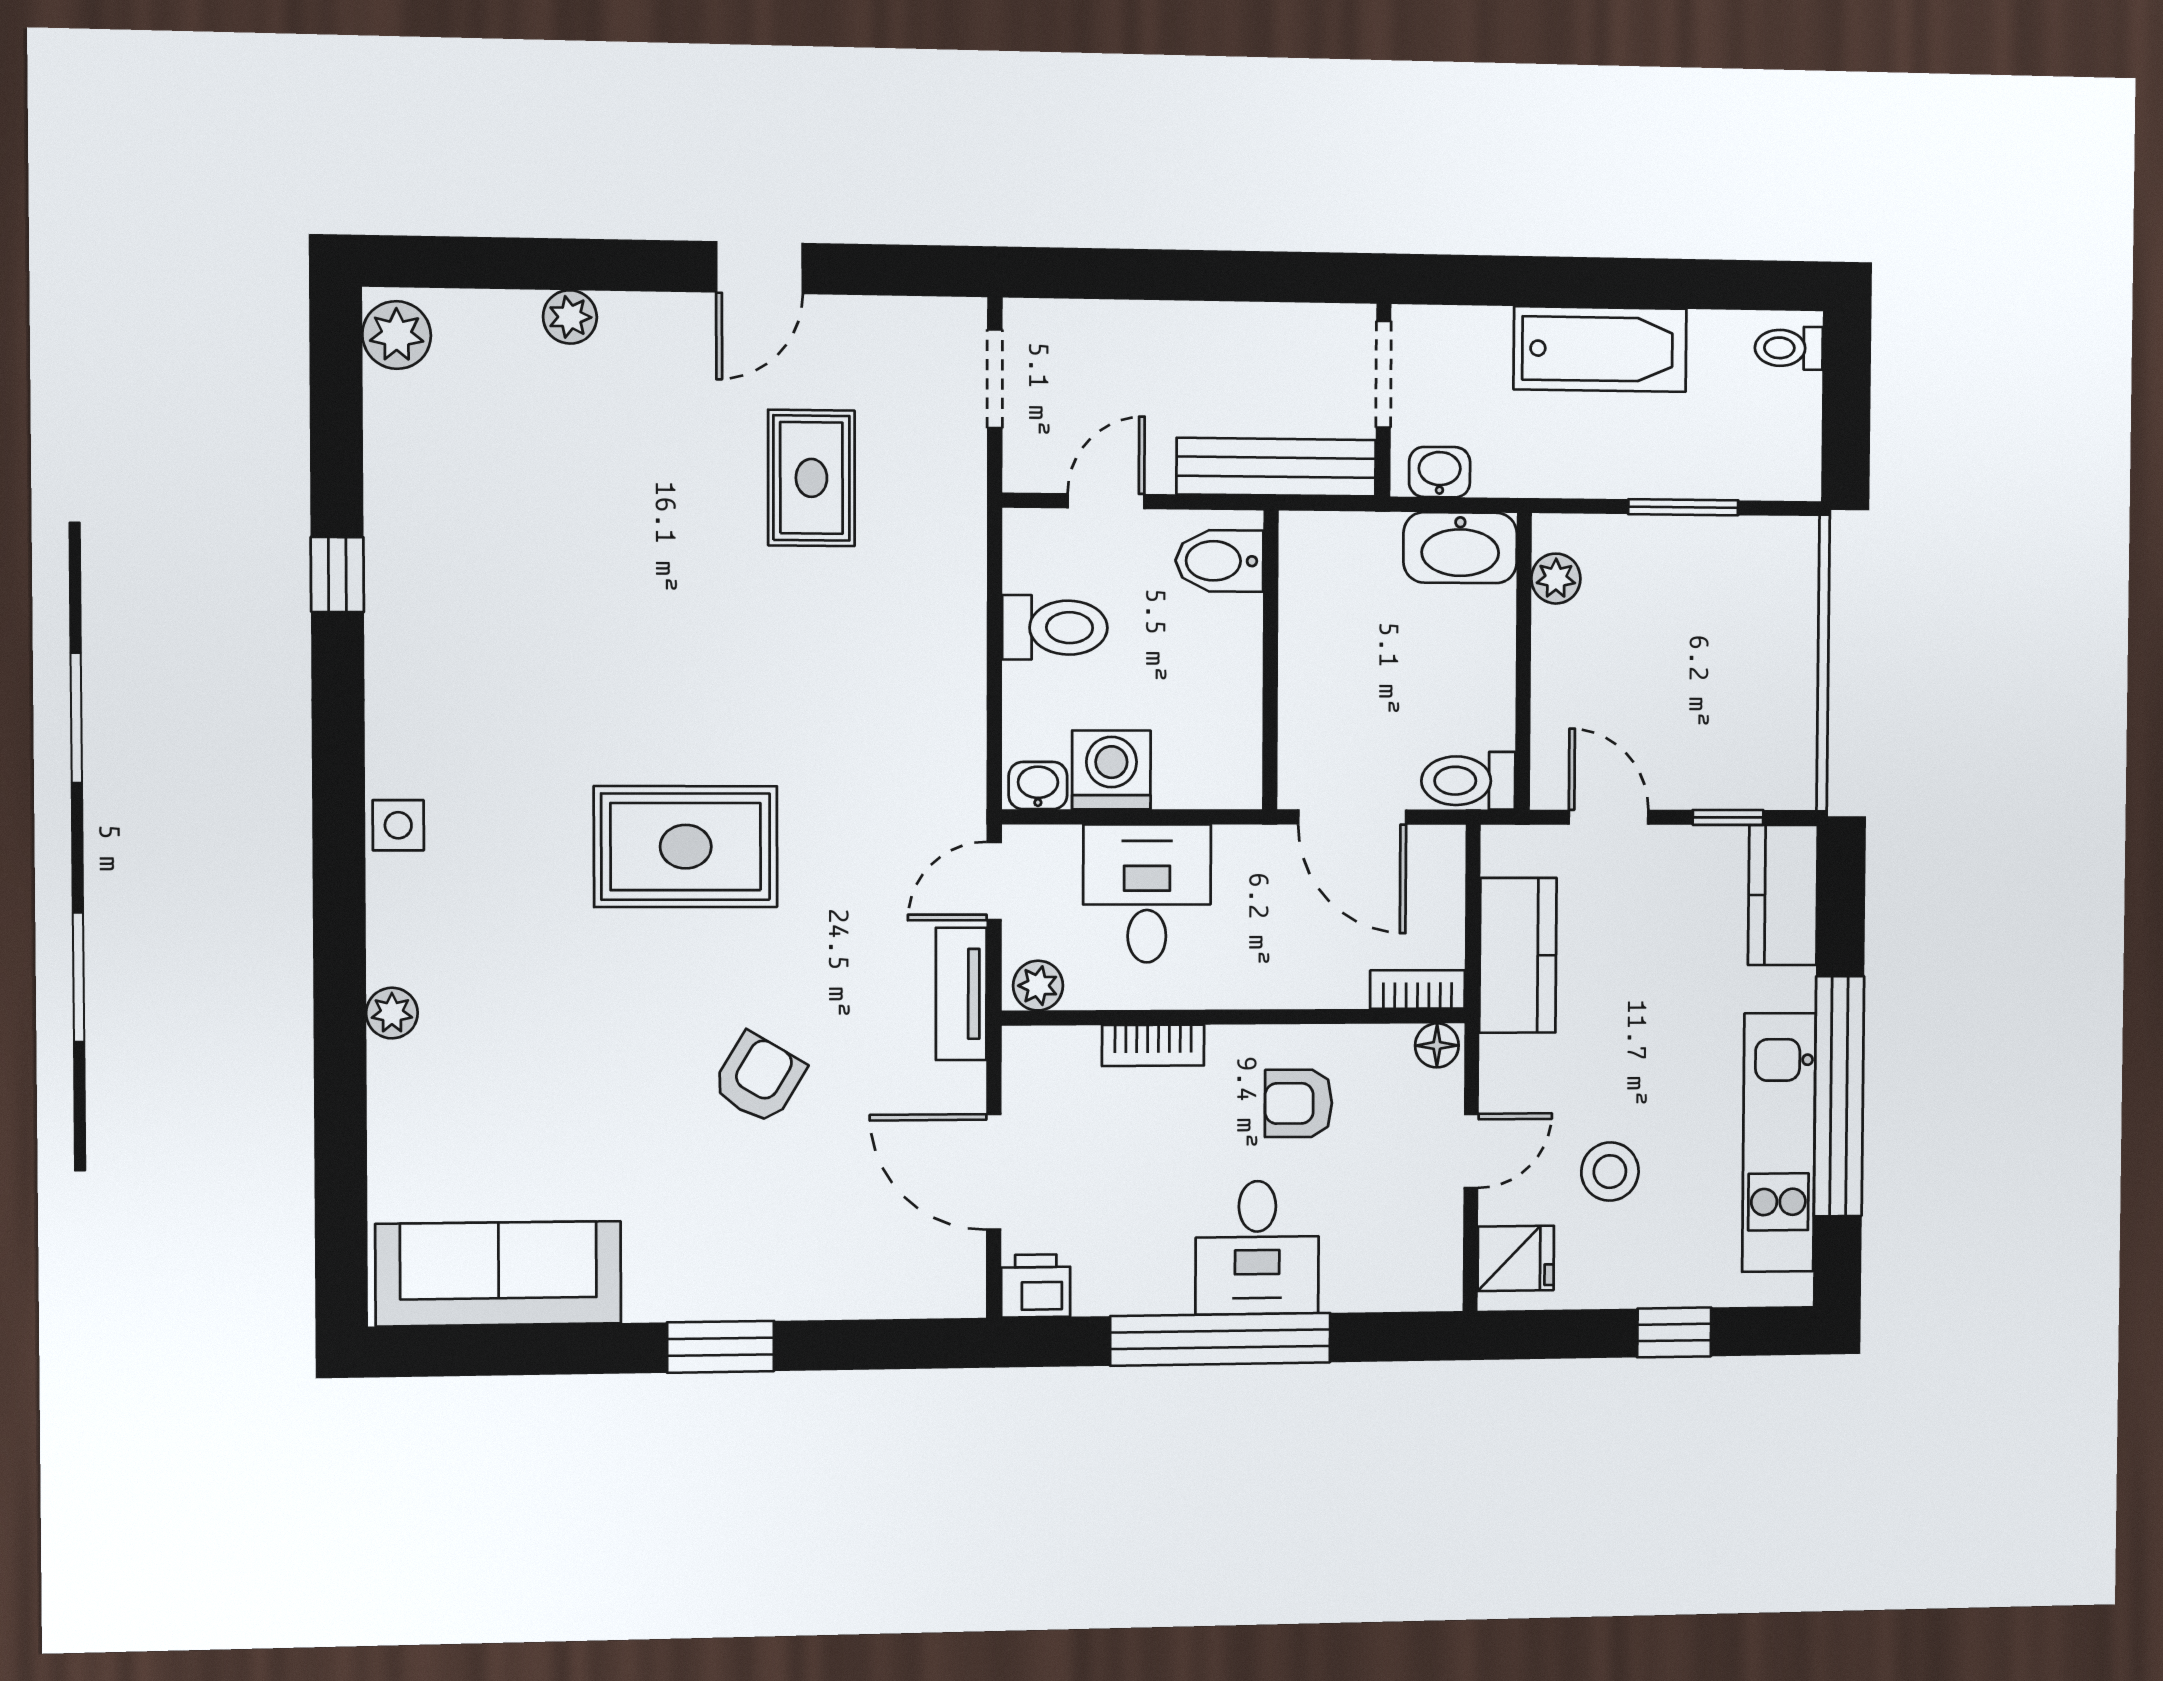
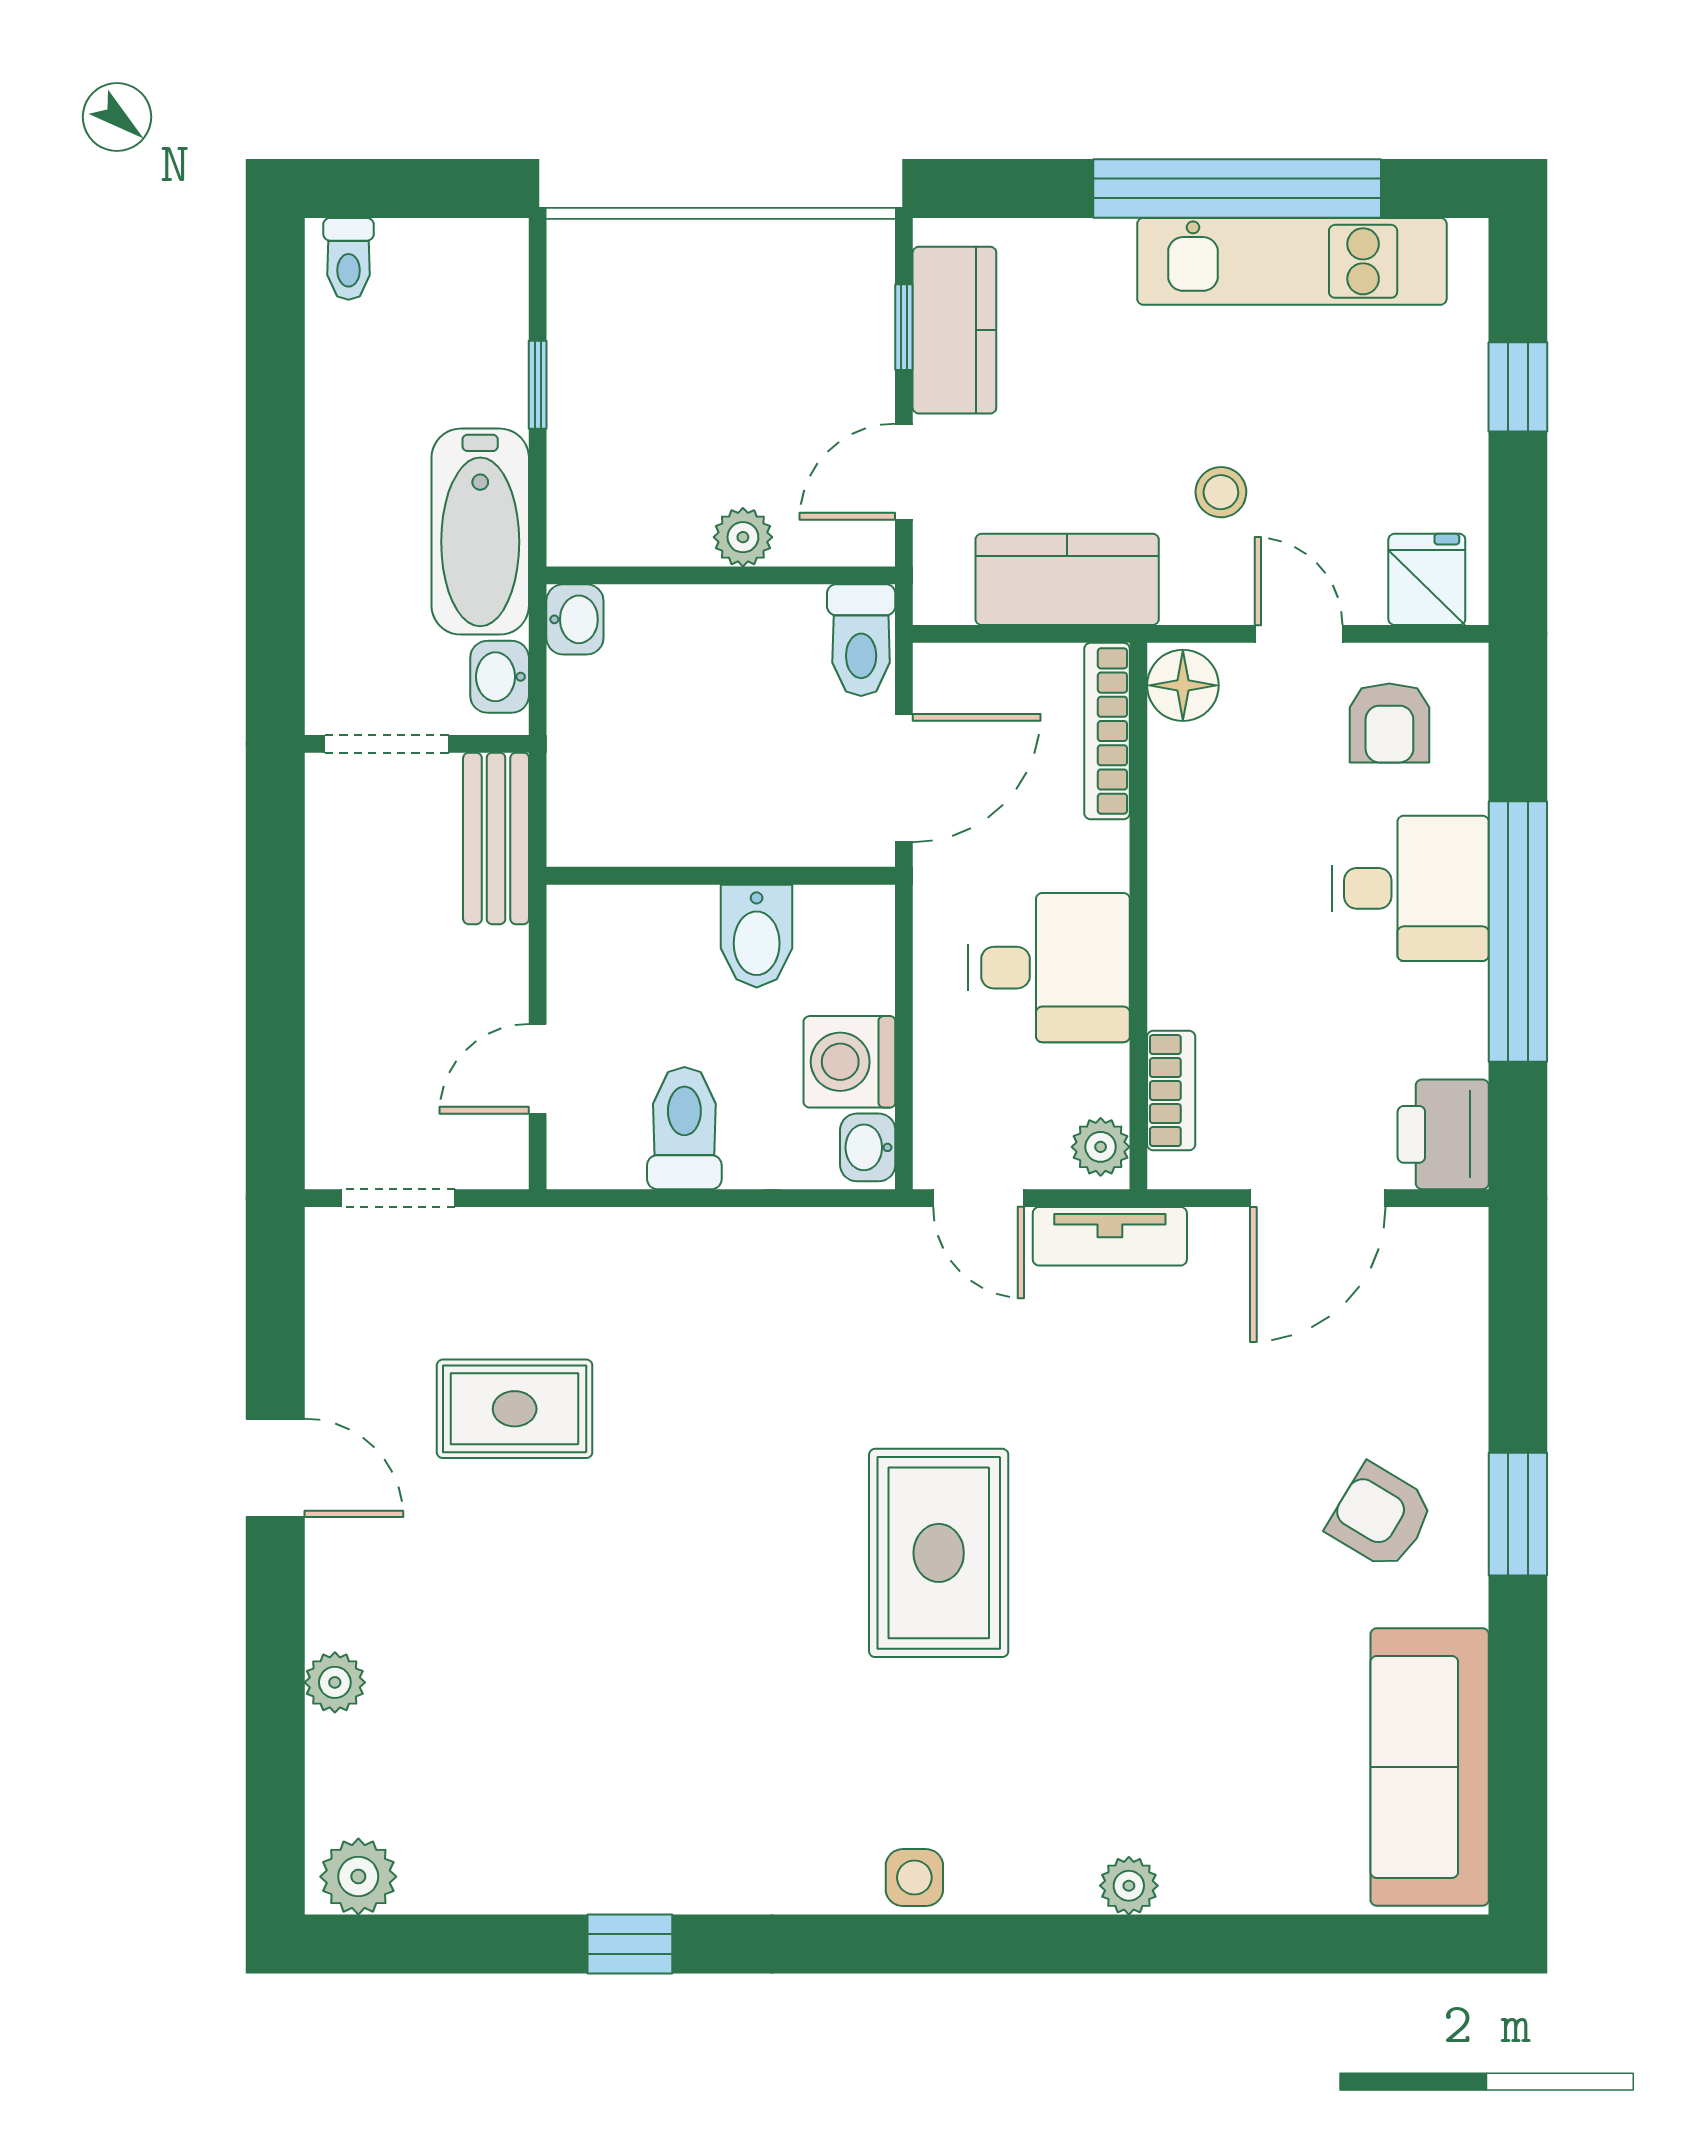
bathtub: (1600, 349) -> (480, 532), moved, turned 180
bench: (1276, 467) -> (496, 838), width x0.73
door: (1106, 501) -> (538, 1069), hinge flipped
window: (1683, 507) -> (538, 385), width x0.67
washbasin: (1460, 548) -> (575, 619), width x0.52, depth x0.69
bidet: (1219, 561) -> (757, 936), moved
plant: (1556, 579) -> (743, 537), moved
desk: (1147, 893) -> (1049, 968), moved, turned 180
kitchen counter: (1783, 895) -> (954, 330), moved, turned -90
bookcase: (1418, 989) -> (1107, 731), width x1.56
bookcase: (1153, 1045) -> (1171, 1091), moved
floor lamp: (1437, 1045) -> (1183, 685), width x1.37, depth x1.37
armchair: (759, 1078) -> (1381, 1517), moved
armchair: (1299, 1103) -> (1389, 723), moved
stool: (1610, 1172) -> (1221, 492), moved, width x0.73, depth x0.73
printer: (1036, 1286) -> (1443, 1134), width x1.36, depth x1.24

